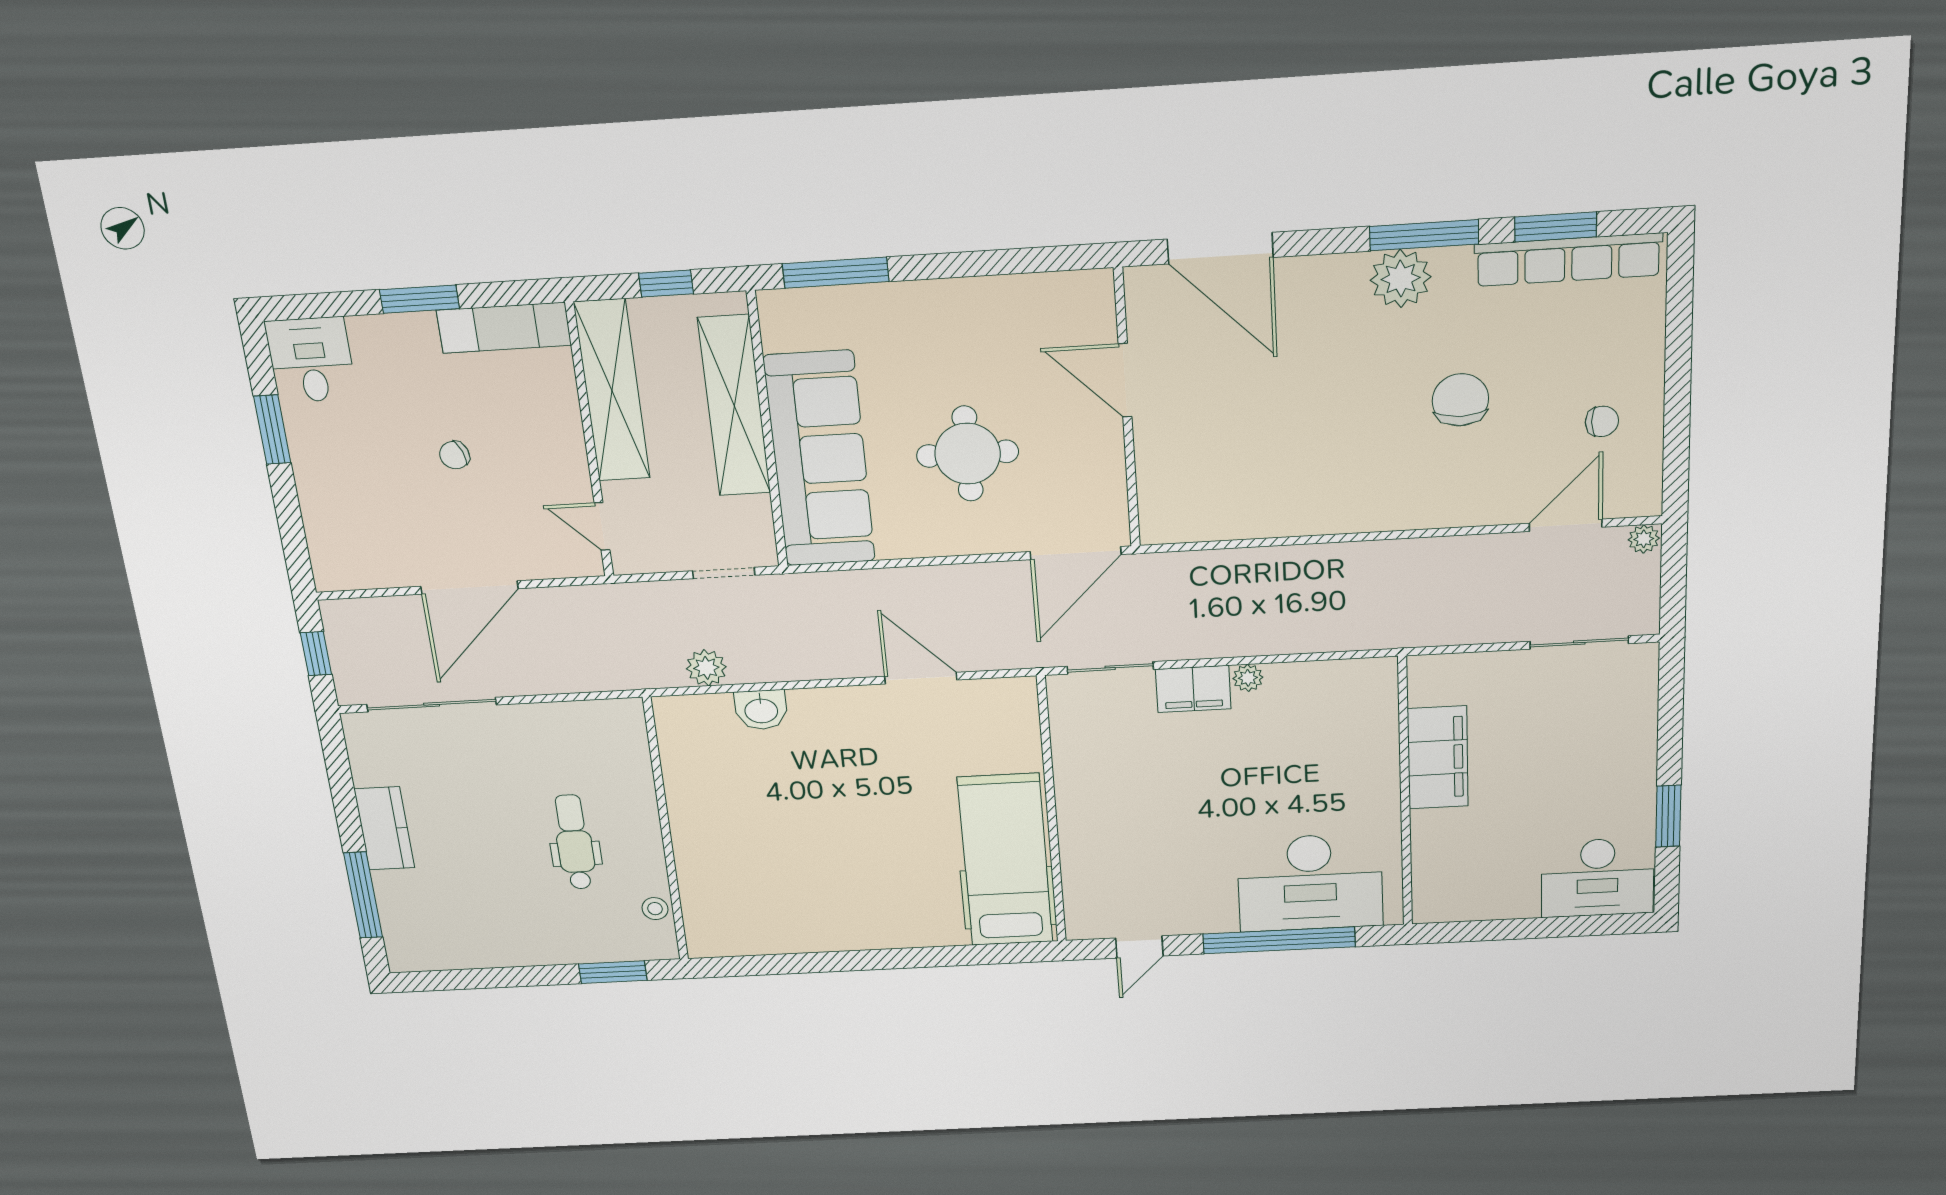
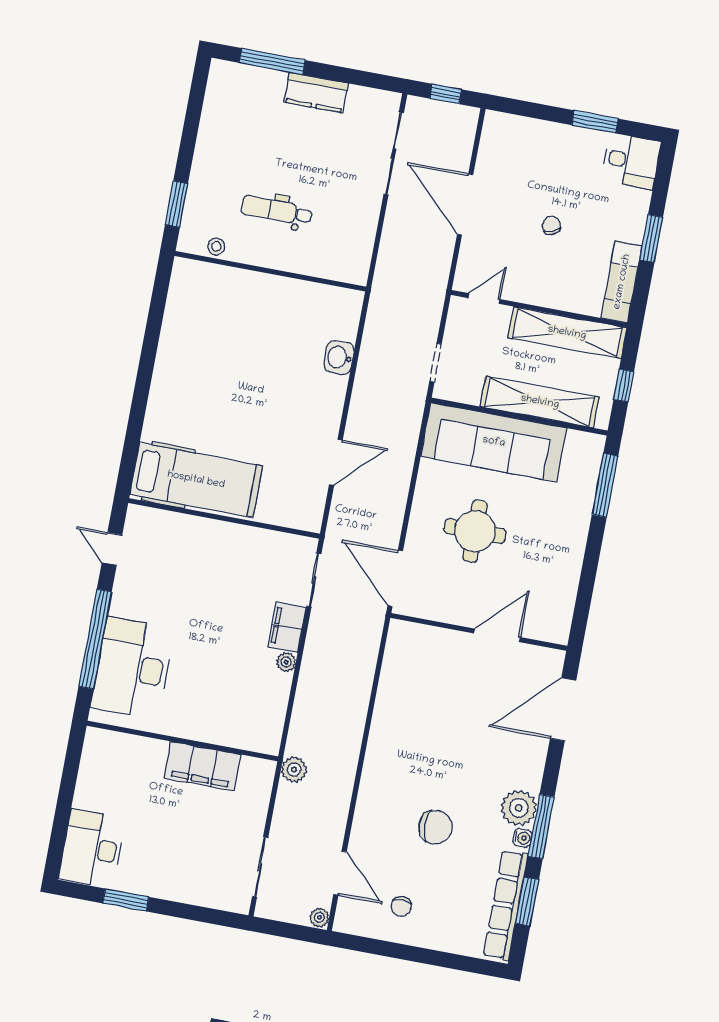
water cooler: (1450, 260) -> (523, 838), added
plant: (706, 668) -> (294, 770), moved
dental chair: (574, 842) -> (277, 210), turned 180

